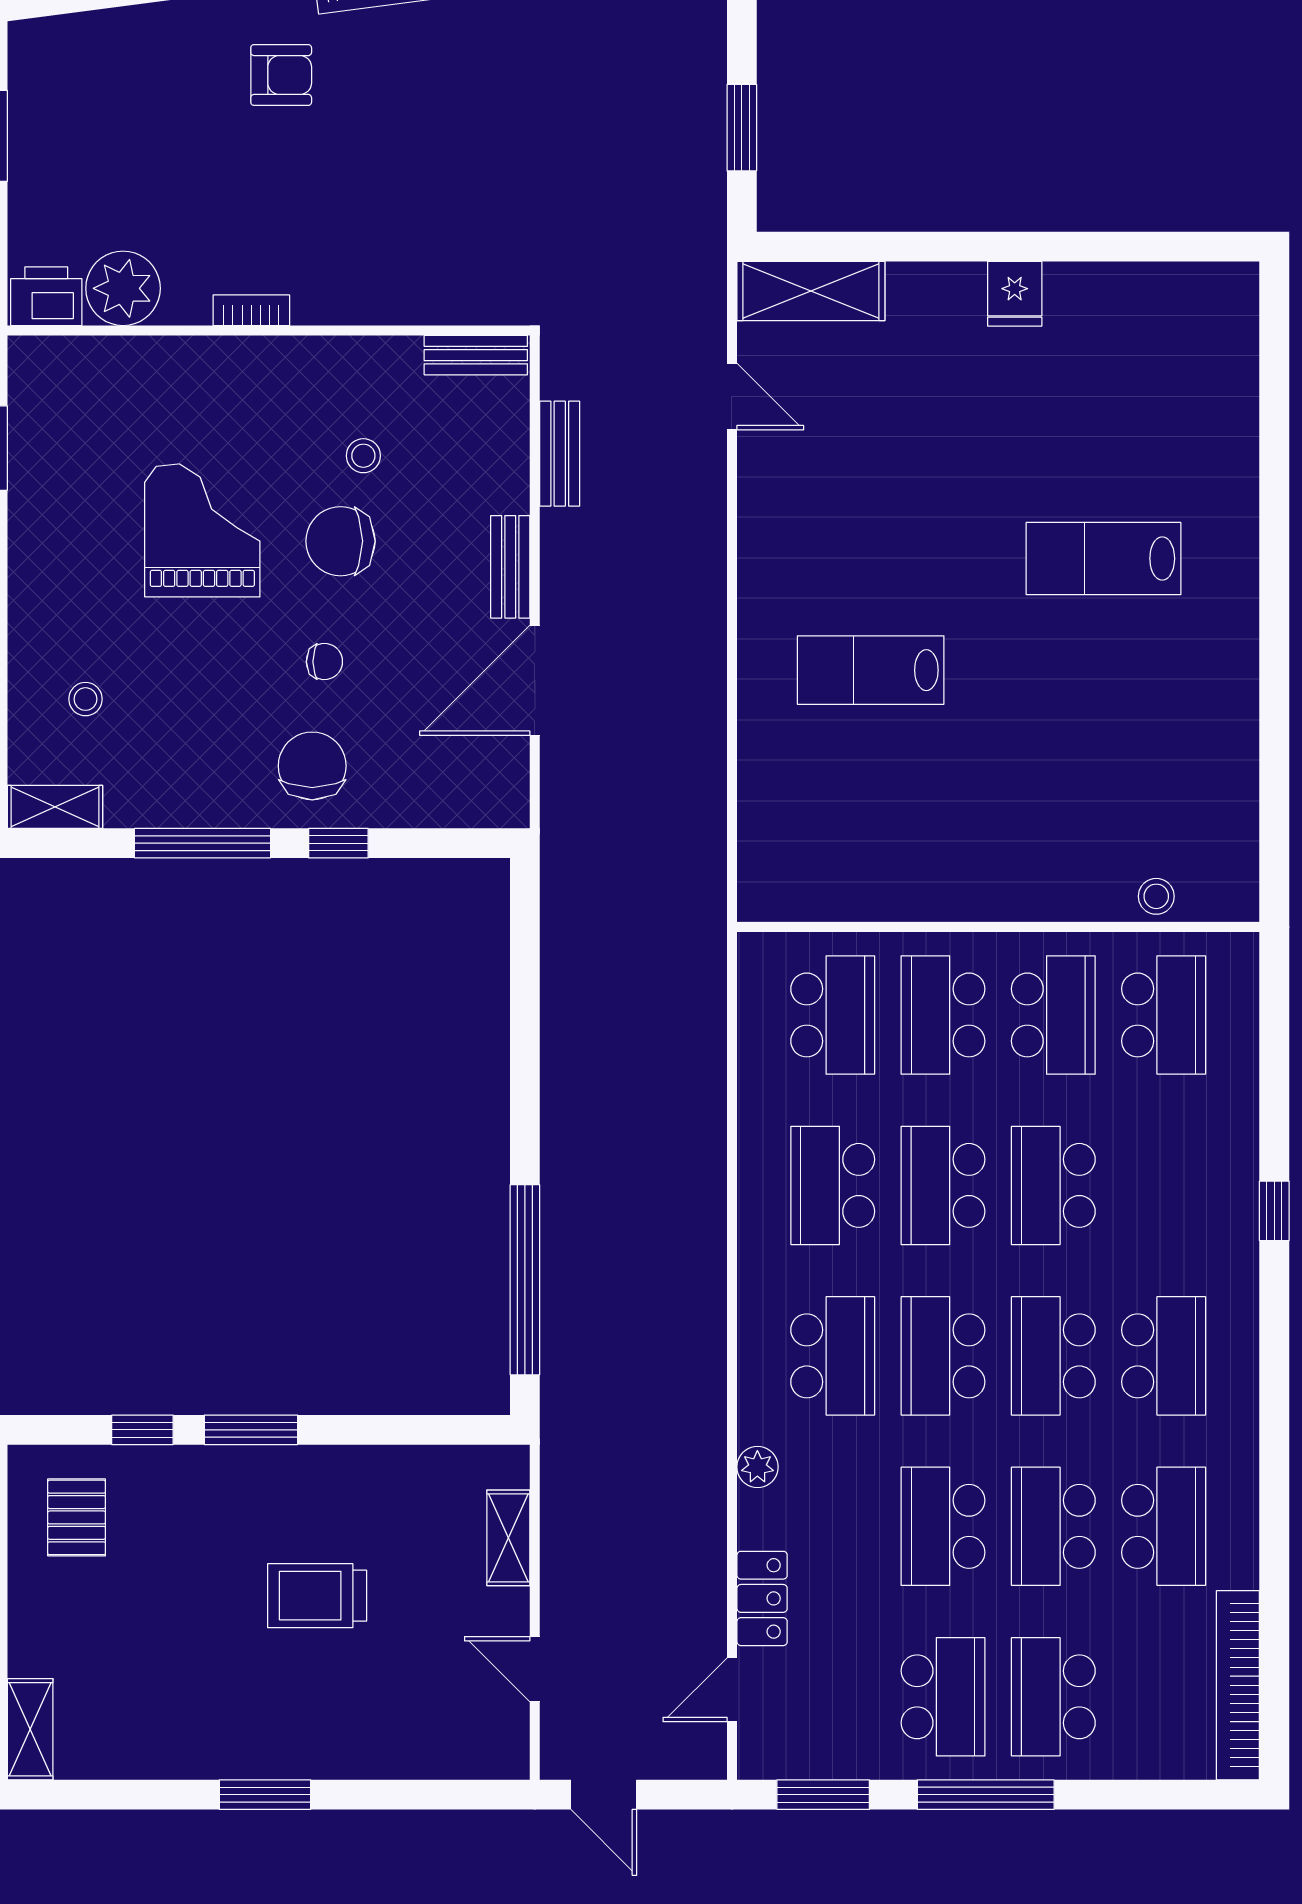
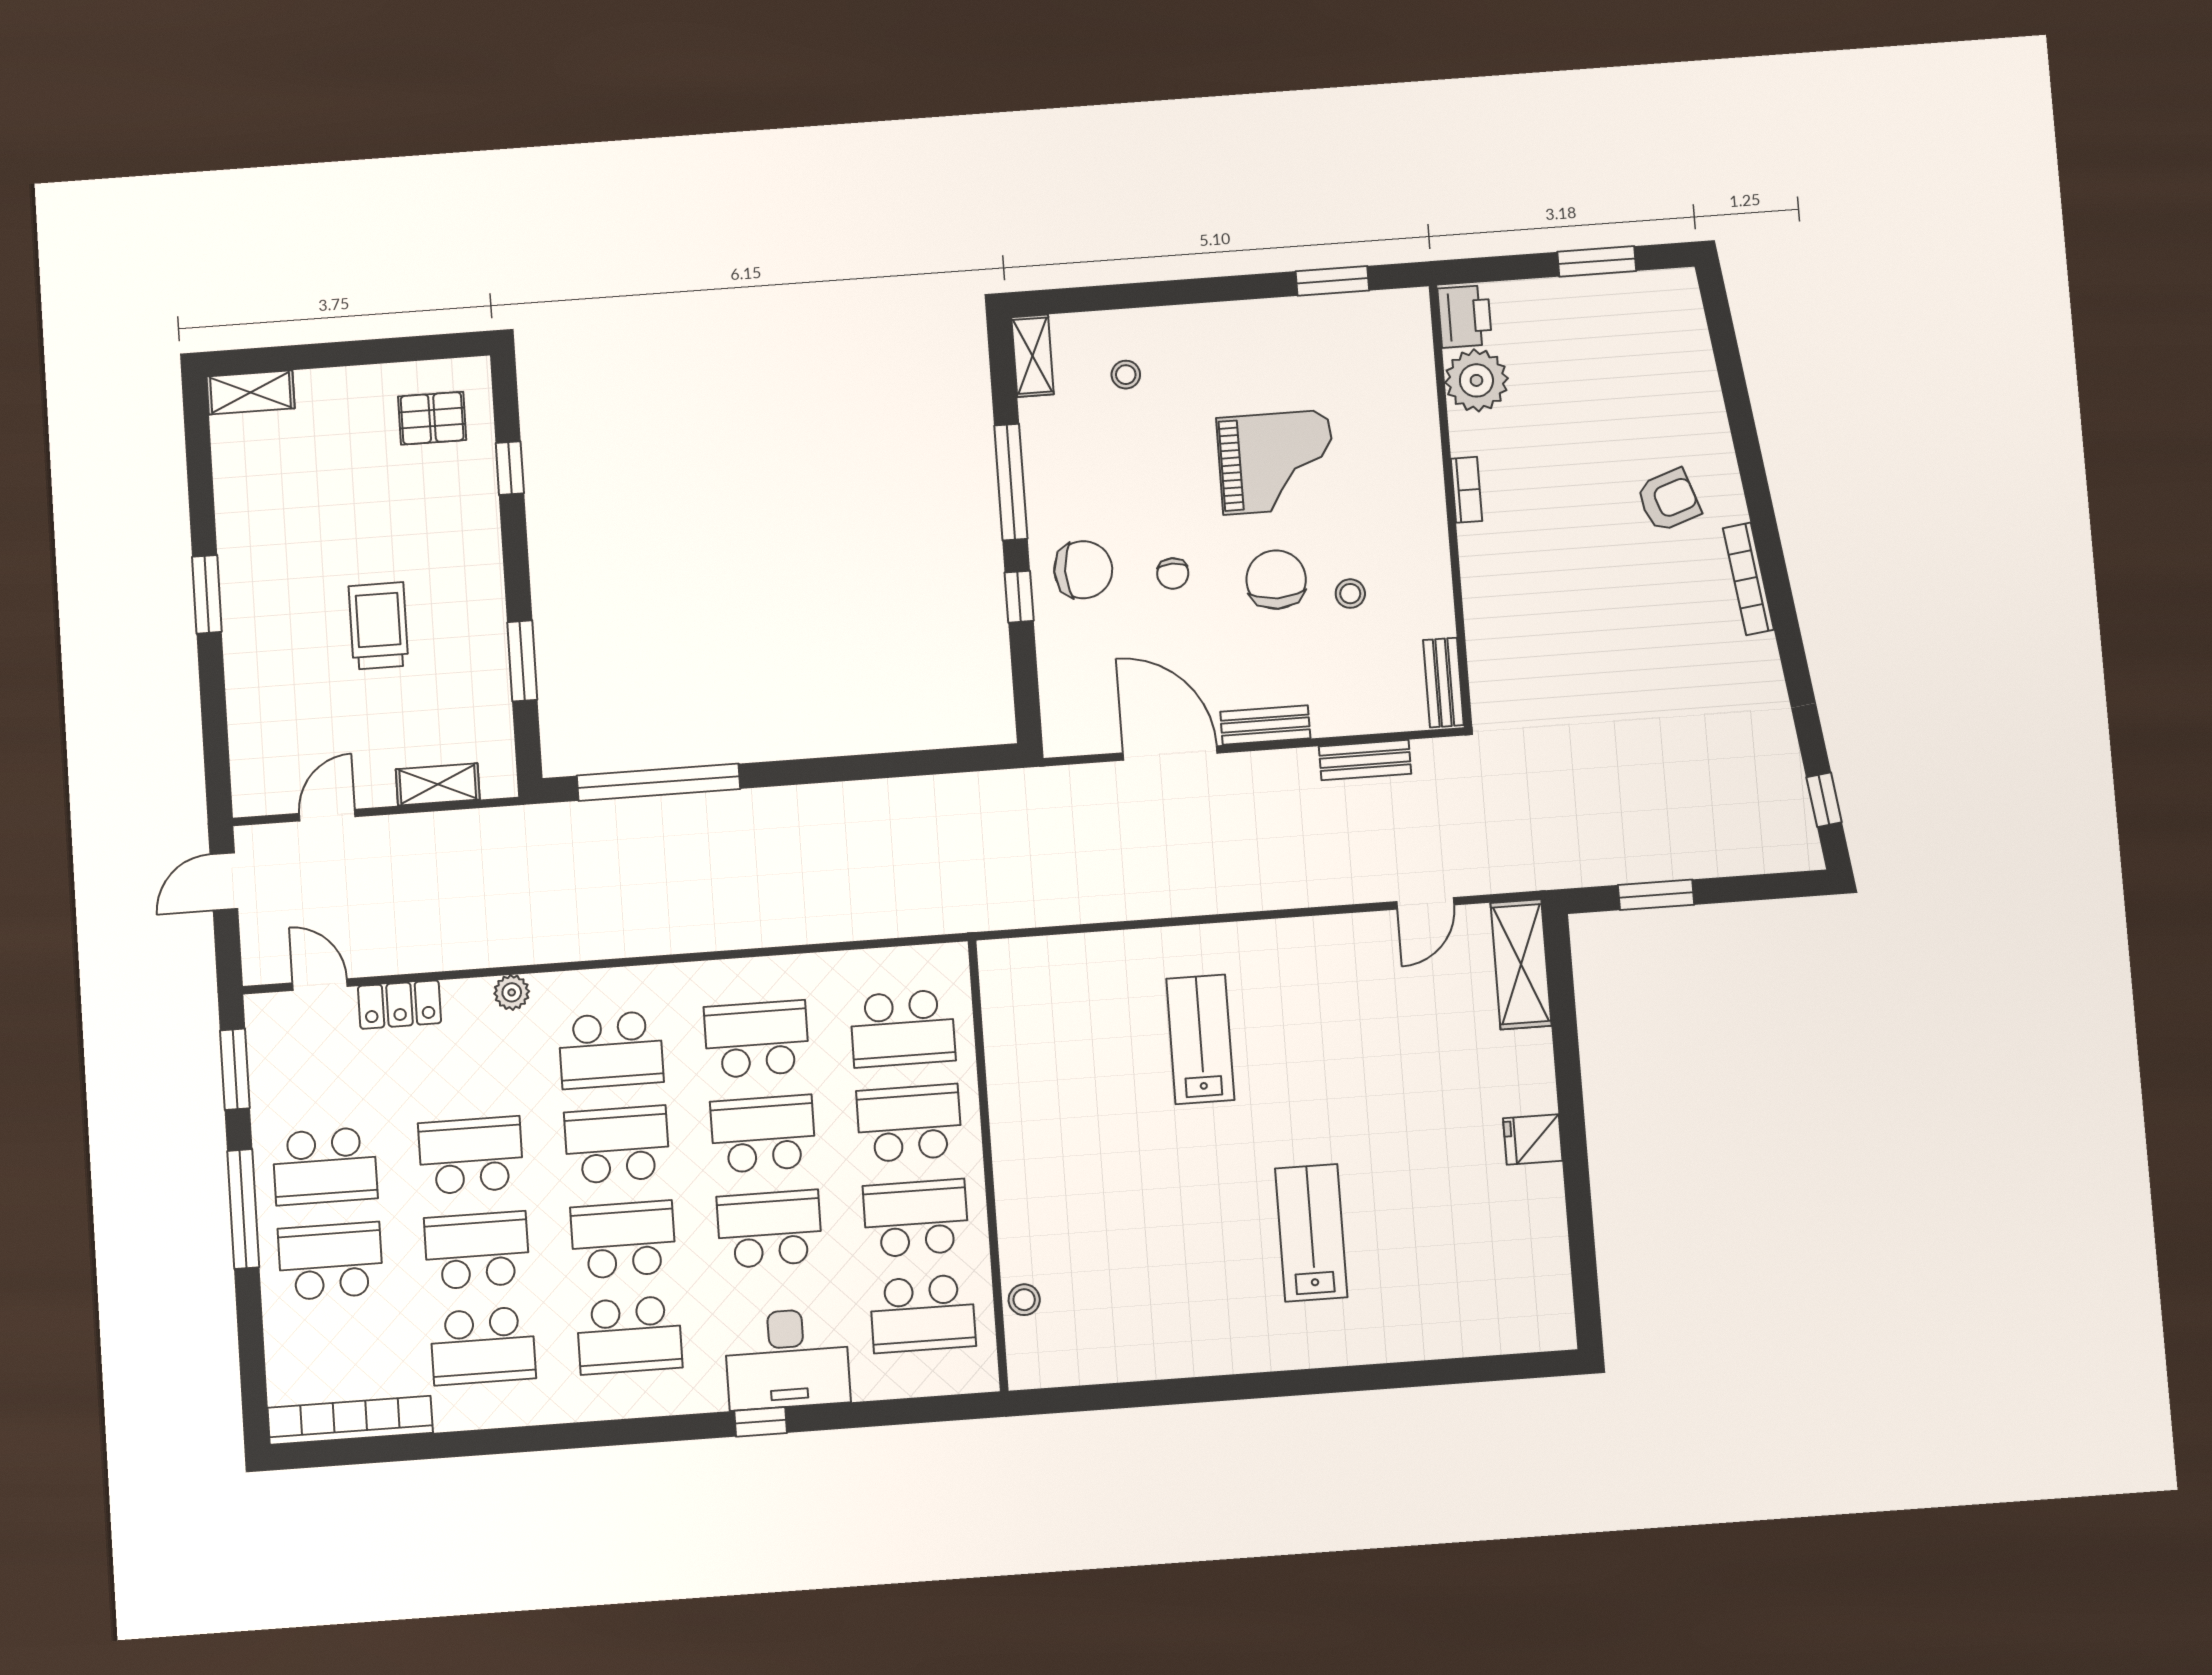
armchair: (281, 75) -> (1668, 500), turned -109
school desk: (1053, 1015) -> (916, 1218), turned 180
desk: (1204, 1175) -> (787, 1359), added
window: (251, 1430) -> (522, 661), moved

